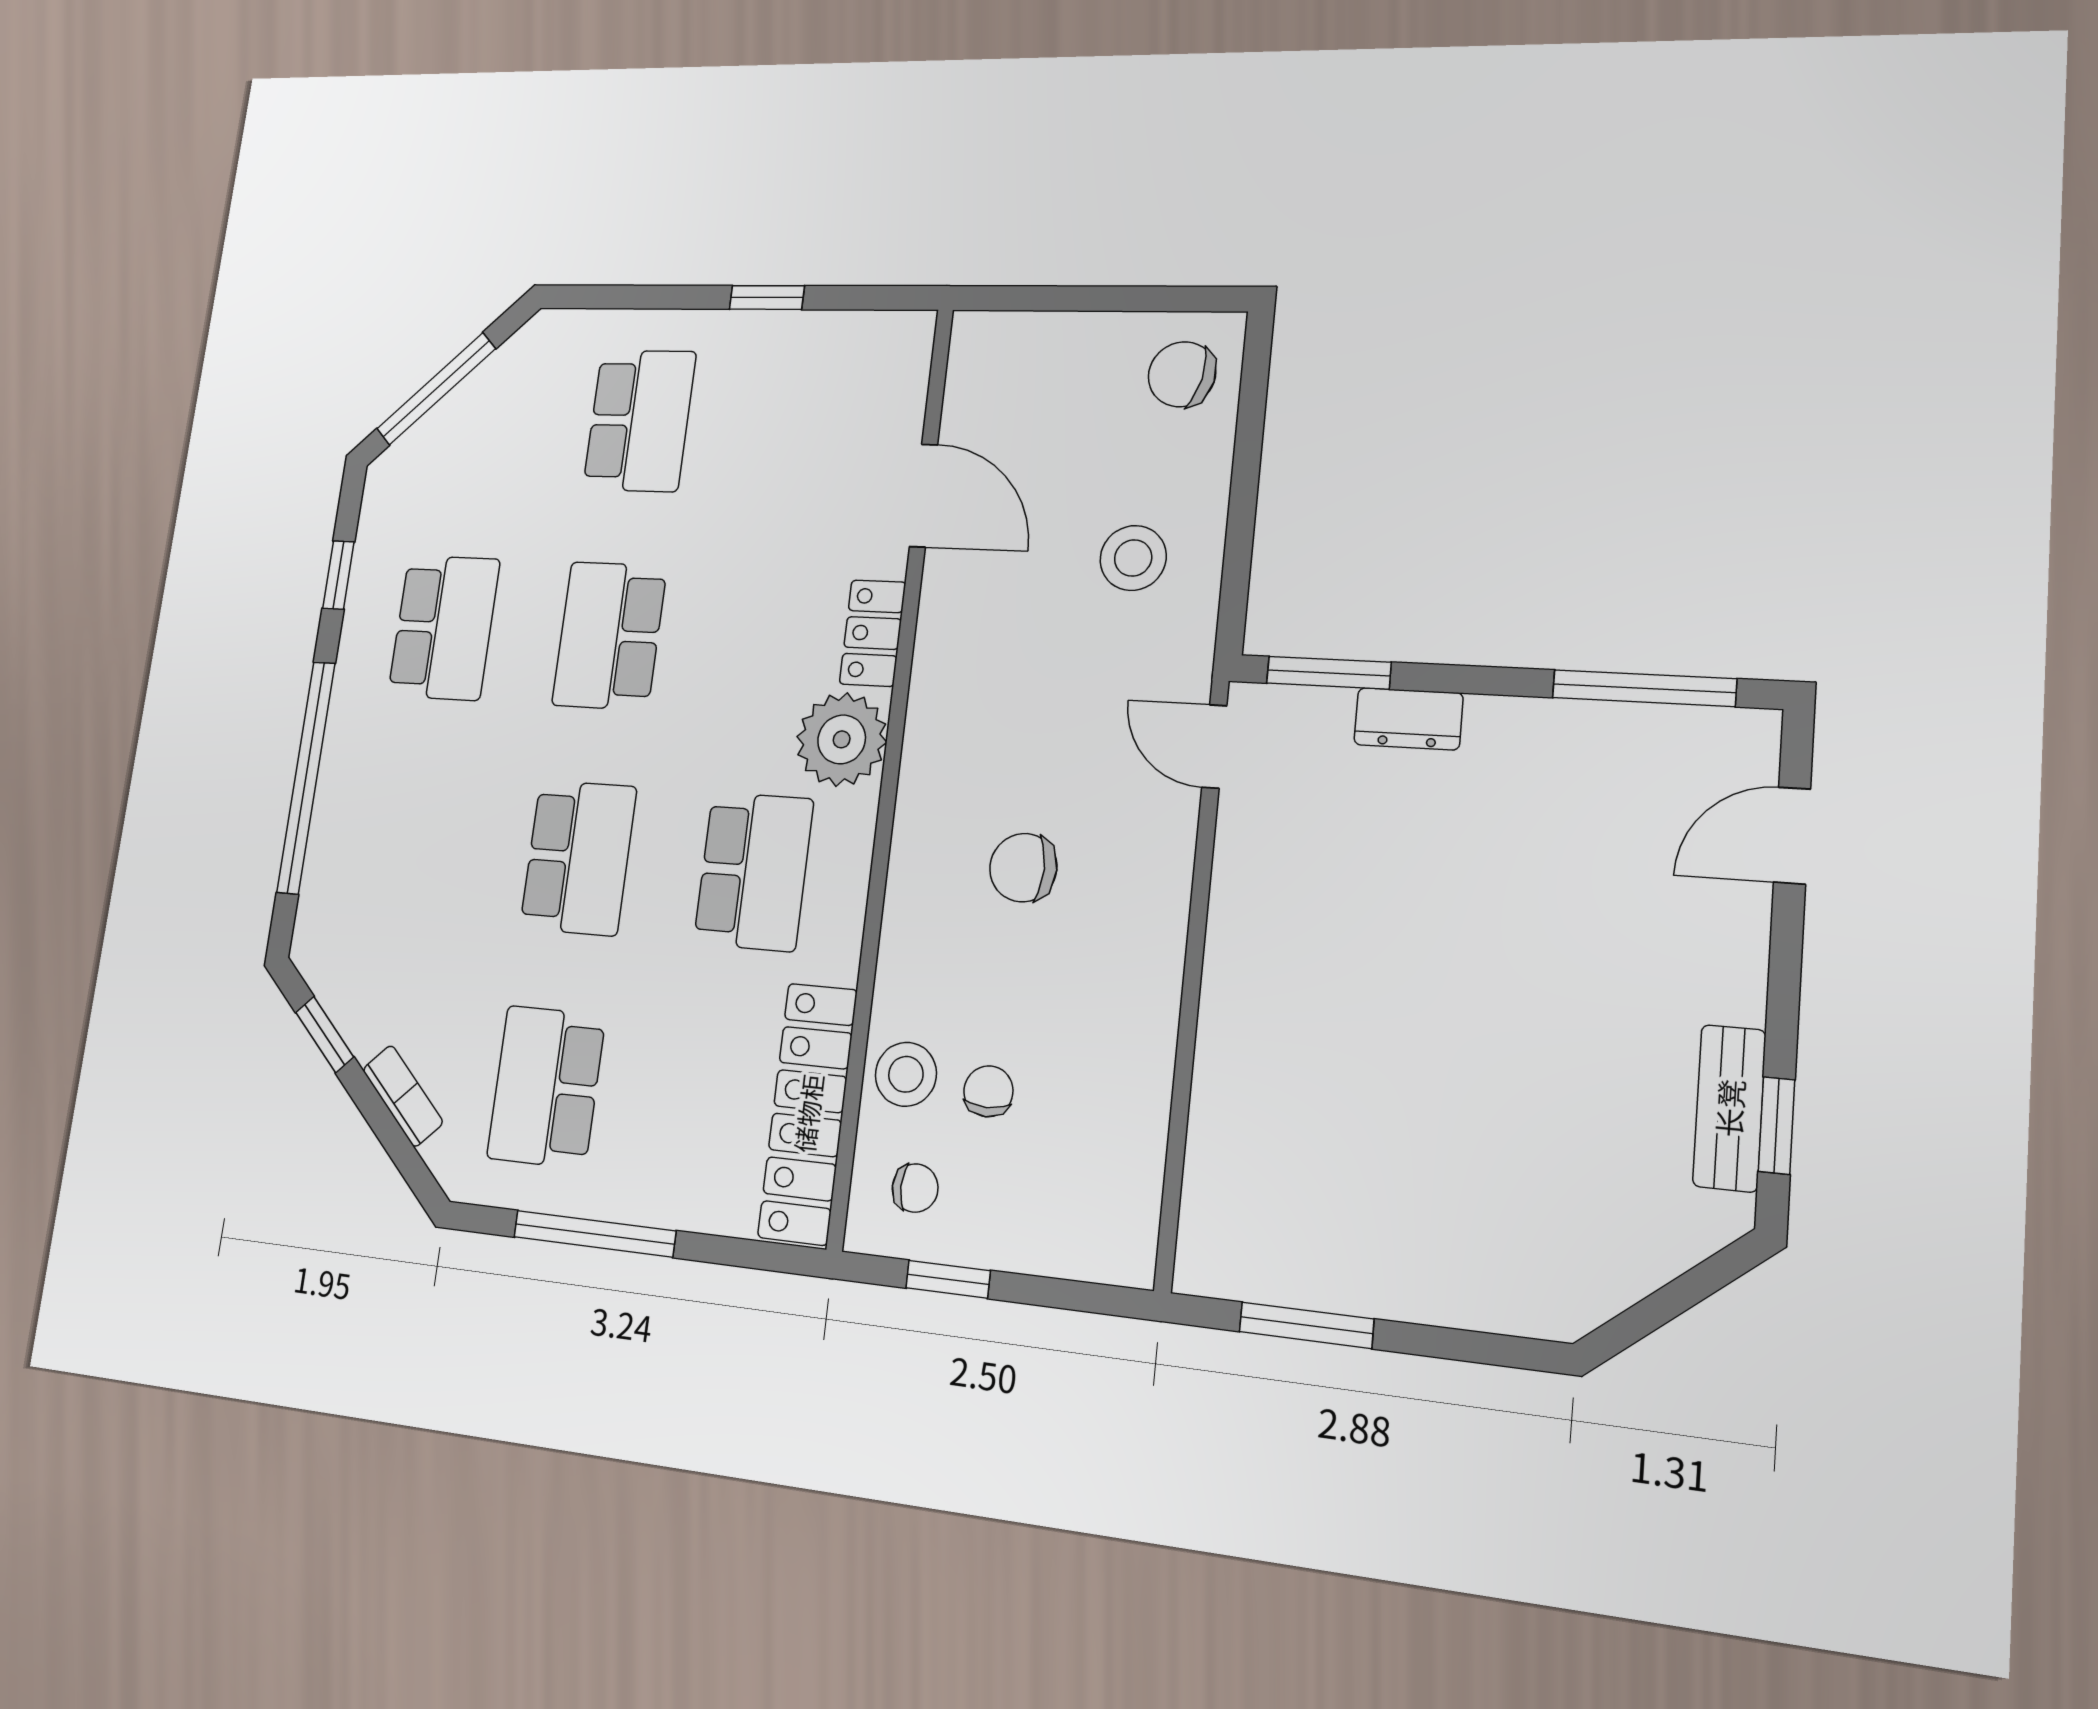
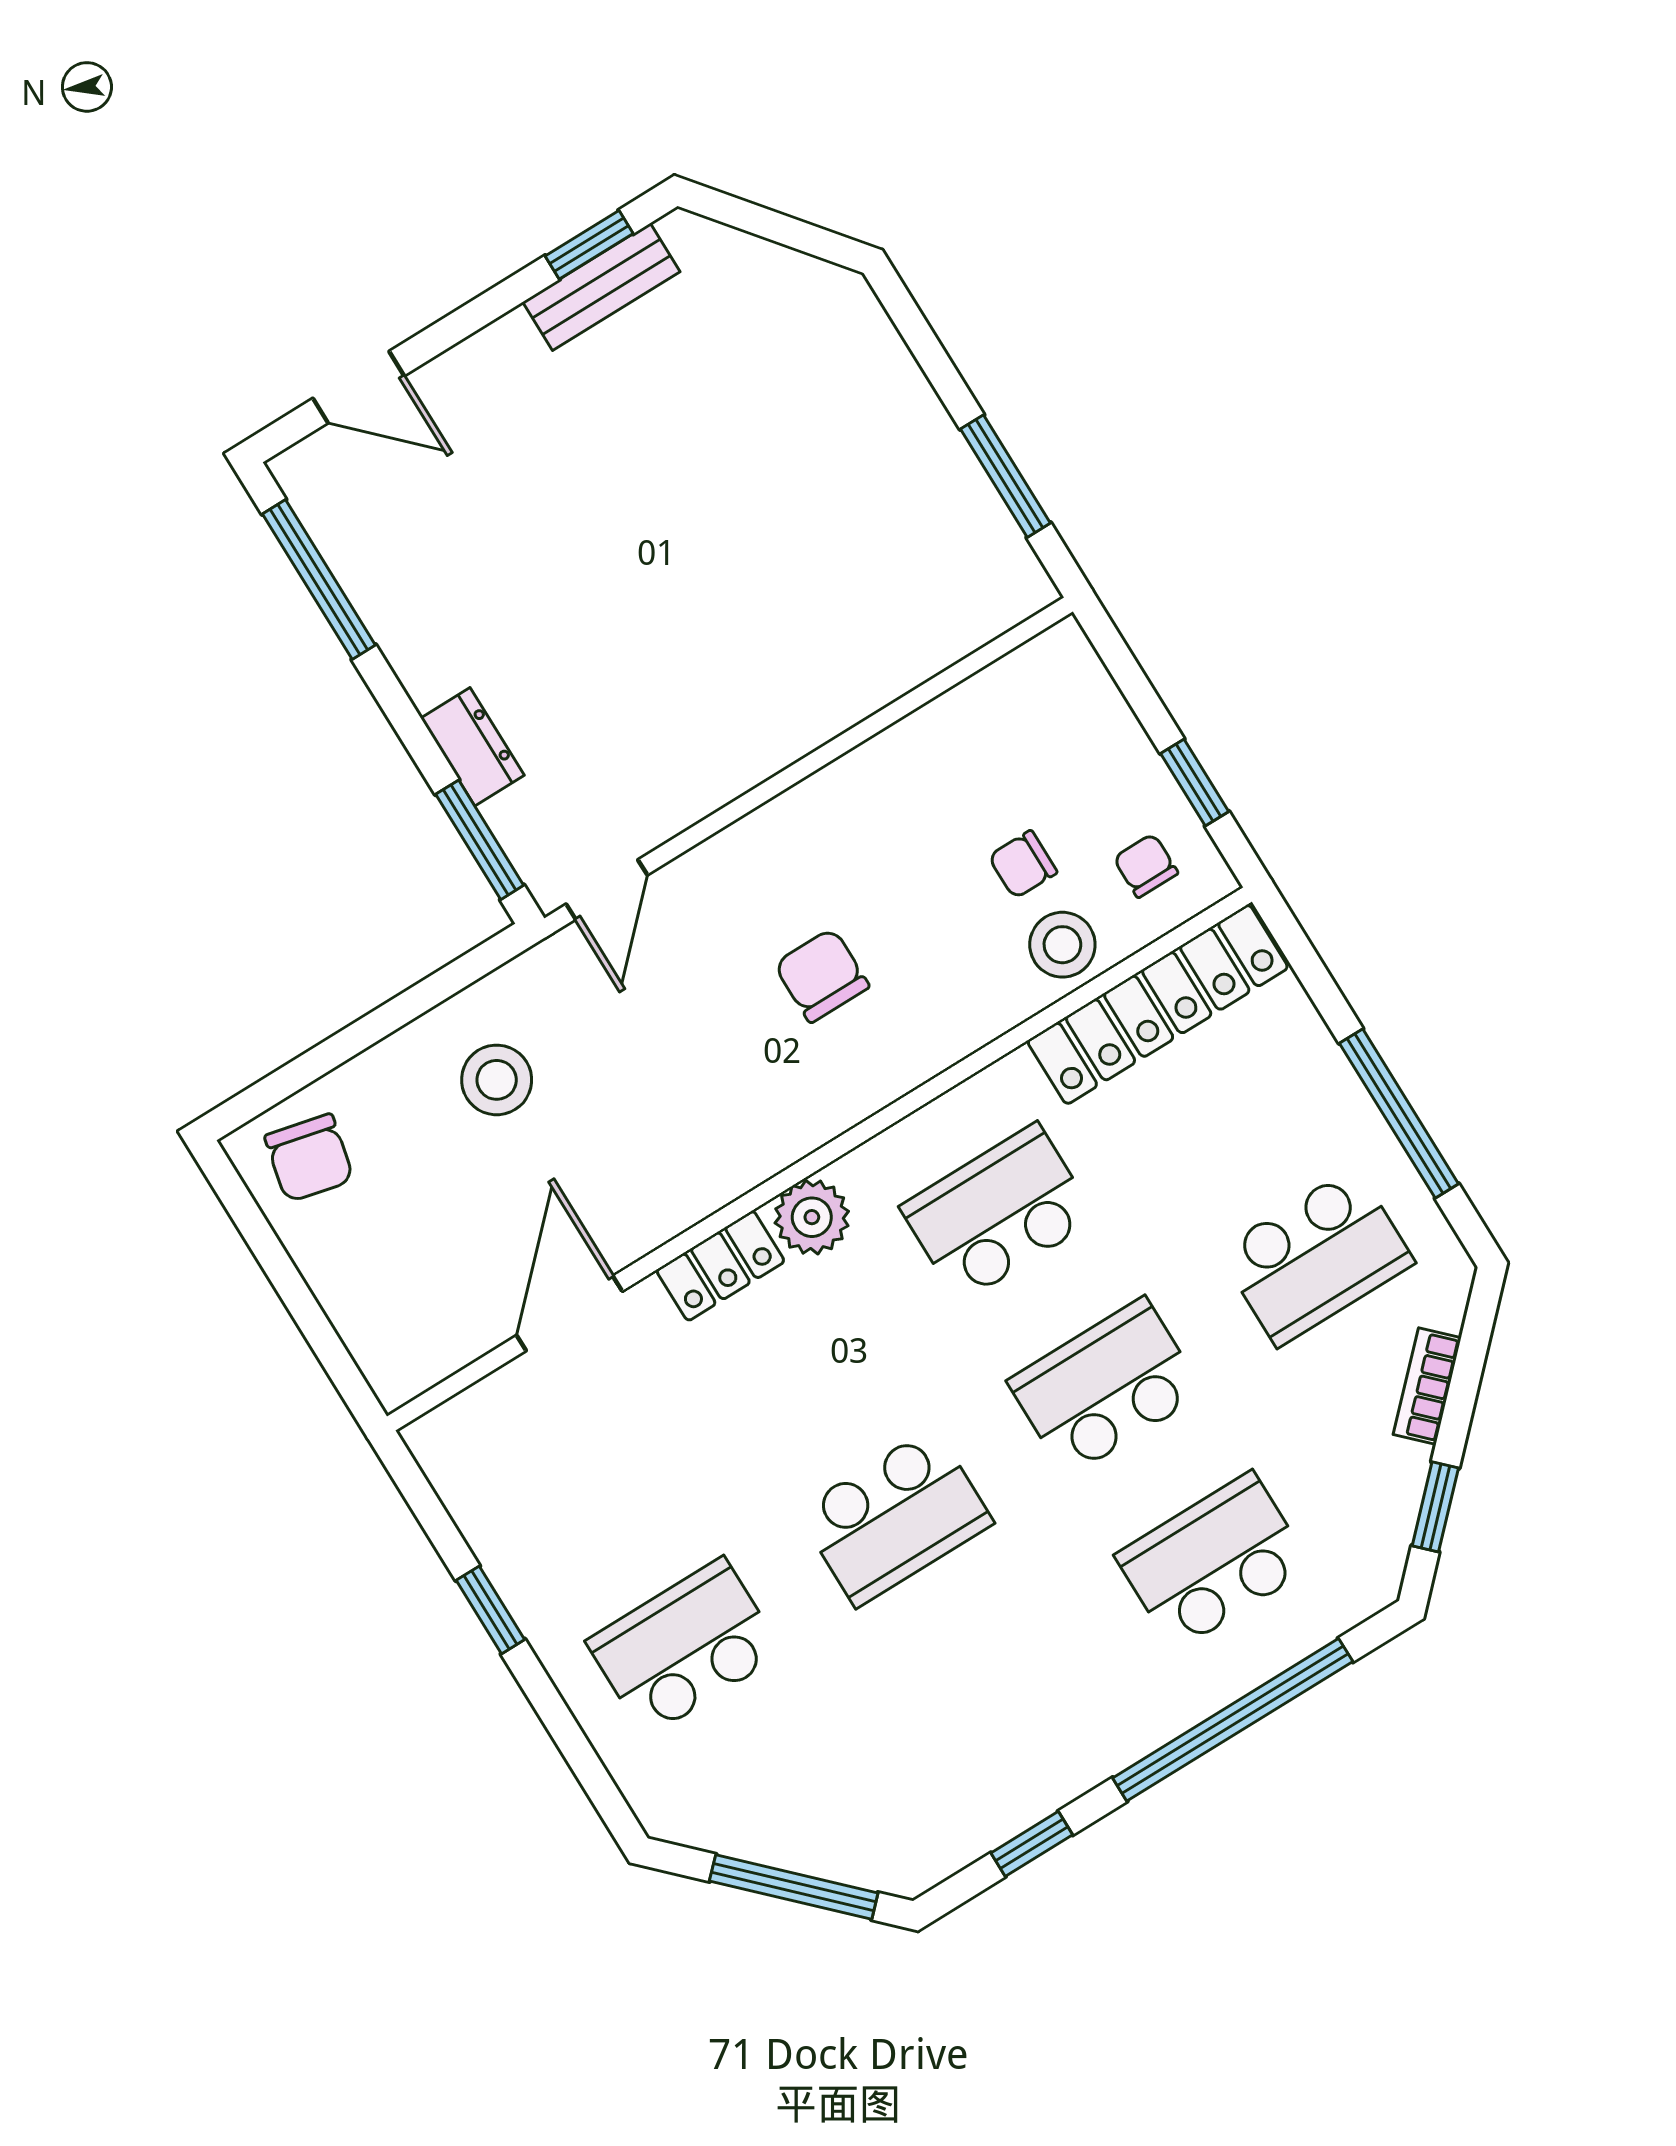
school desk: (444, 627) -> (1213, 1561), moved
plant: (842, 739) -> (812, 1217), width x0.73, depth x0.73
chair: (1023, 868) -> (822, 975), turned 180

